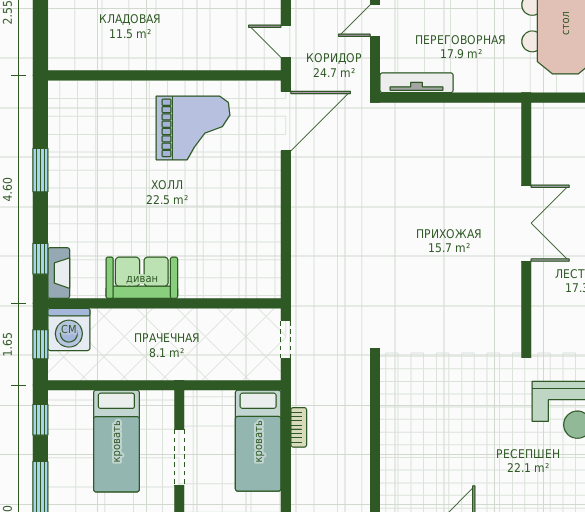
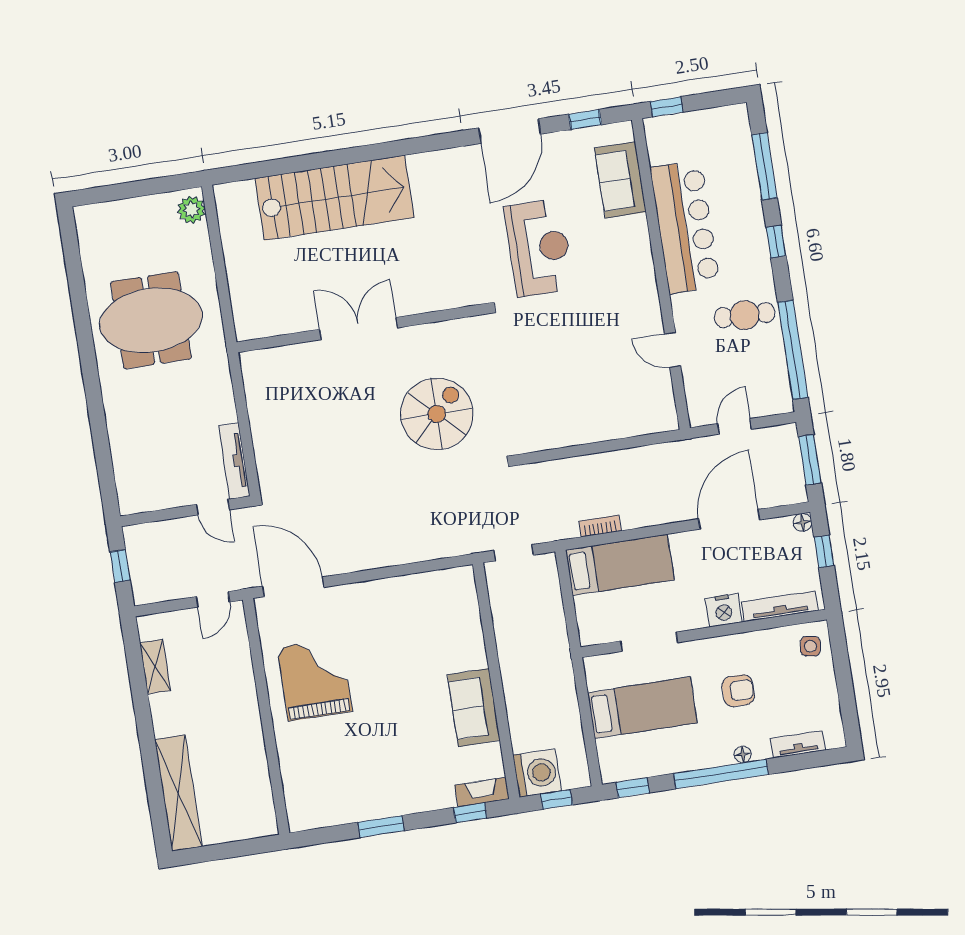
door: (375, 21) -> (213, 507), moved
spiral stairs: (432, 286) -> (437, 414), added

